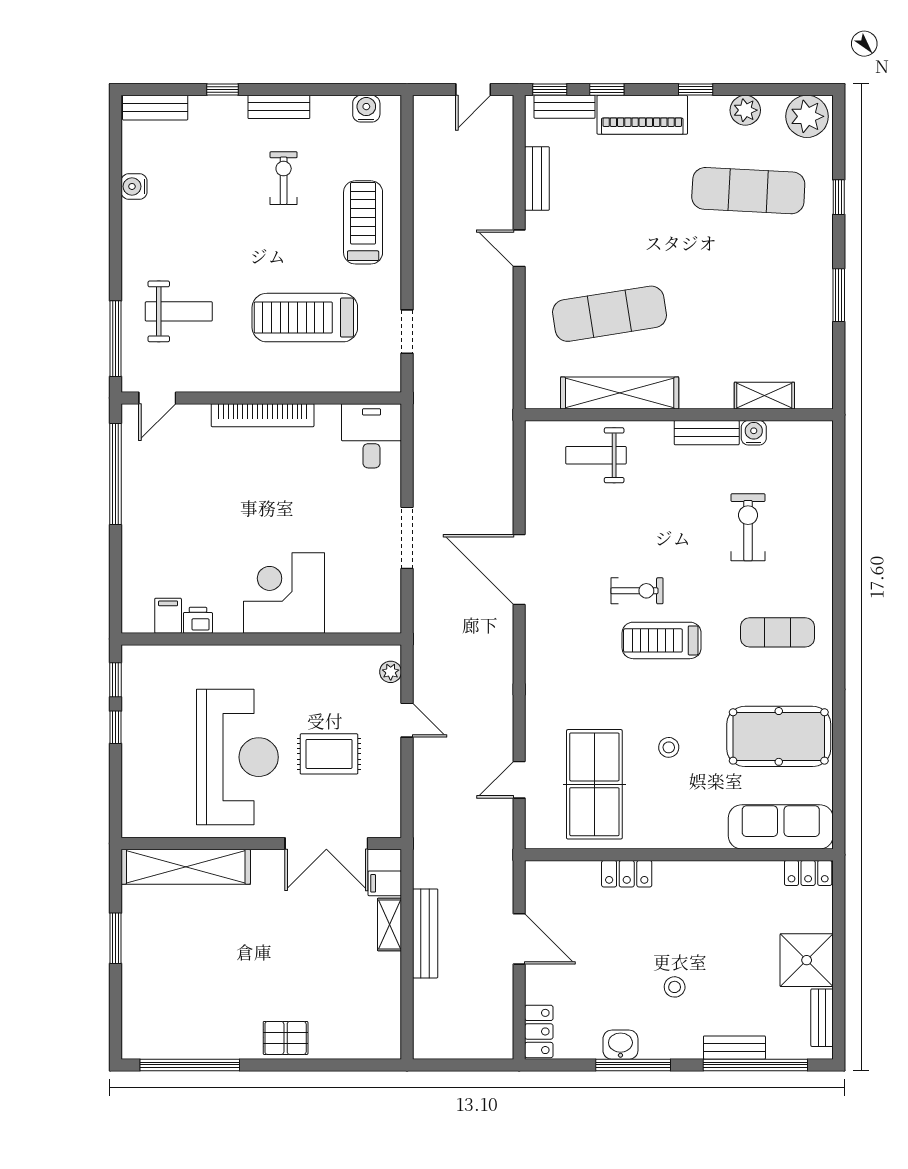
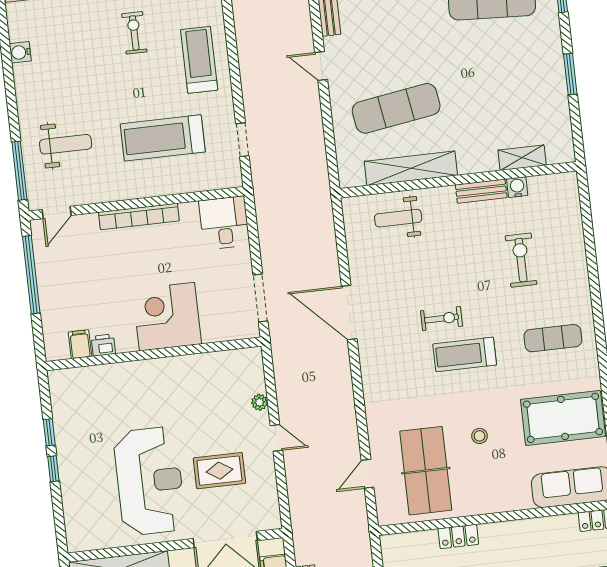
corner desk: (284, 593) -> (167, 317), moved
filing cabinet: (168, 616) -> (80, 344), moved
printer: (198, 620) -> (103, 345), moved
wall: (261, 639) -> (154, 354), moved

